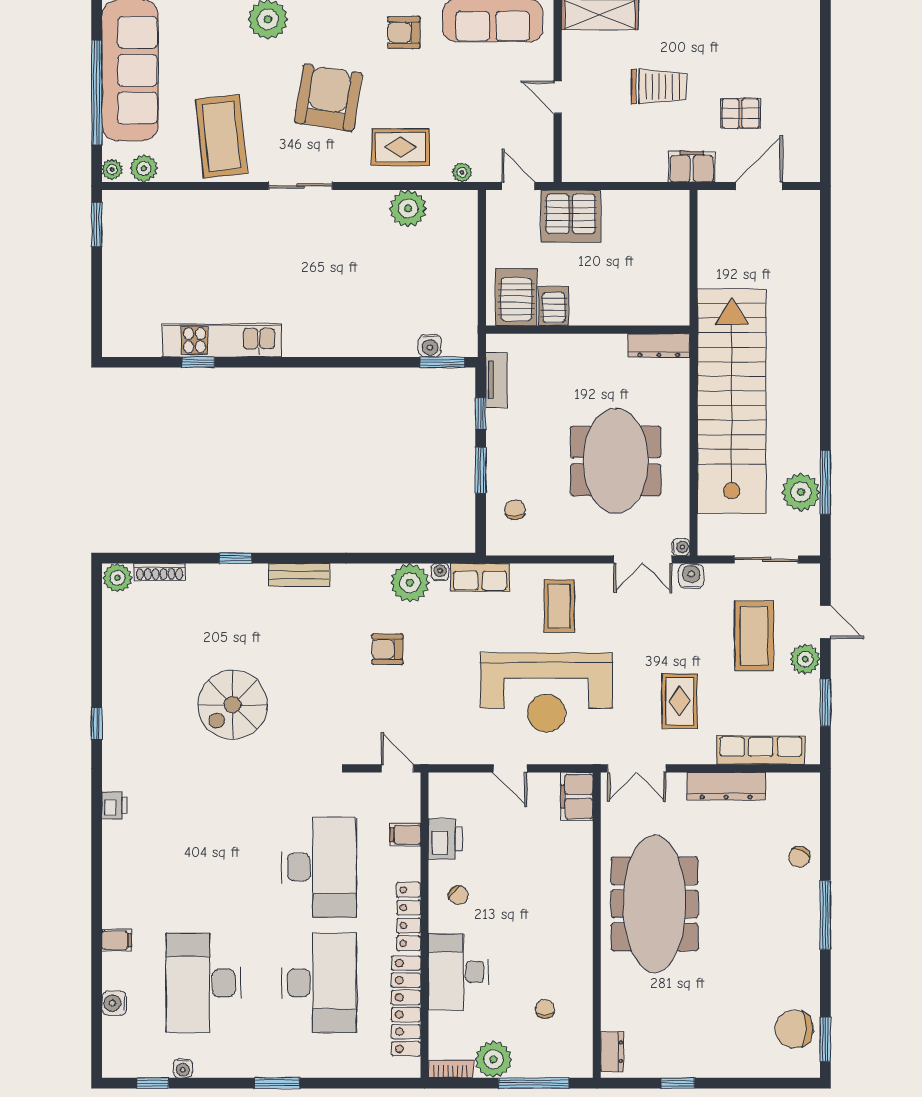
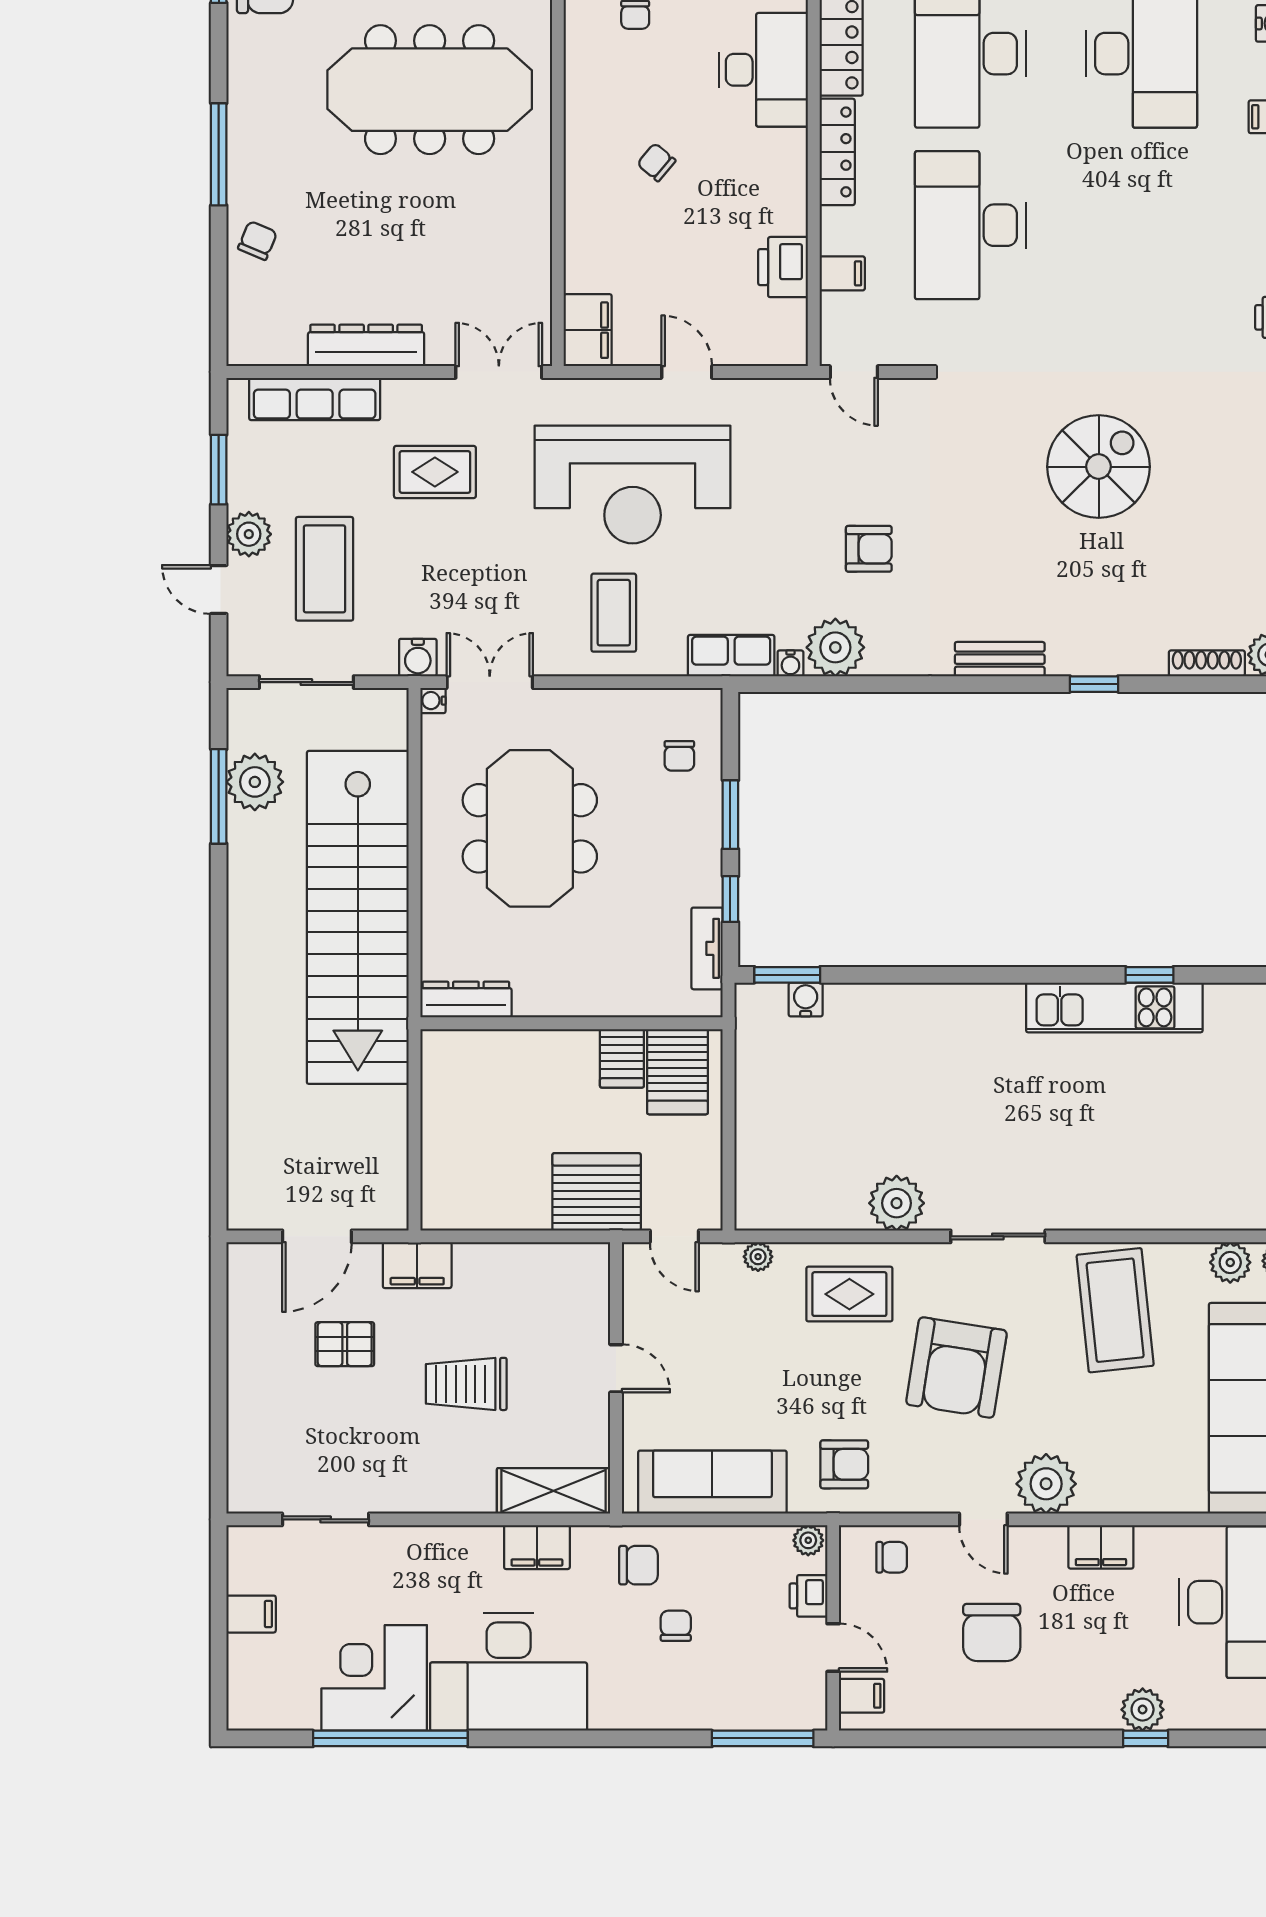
plant: (408, 208) -> (897, 1203), moved
reception desk: (547, 693) -> (633, 485), turned 180
rug: (680, 701) -> (435, 472), turned 90
chair: (458, 895) -> (656, 162), moved
meeting table: (654, 904) -> (430, 90), moved, turned 90

